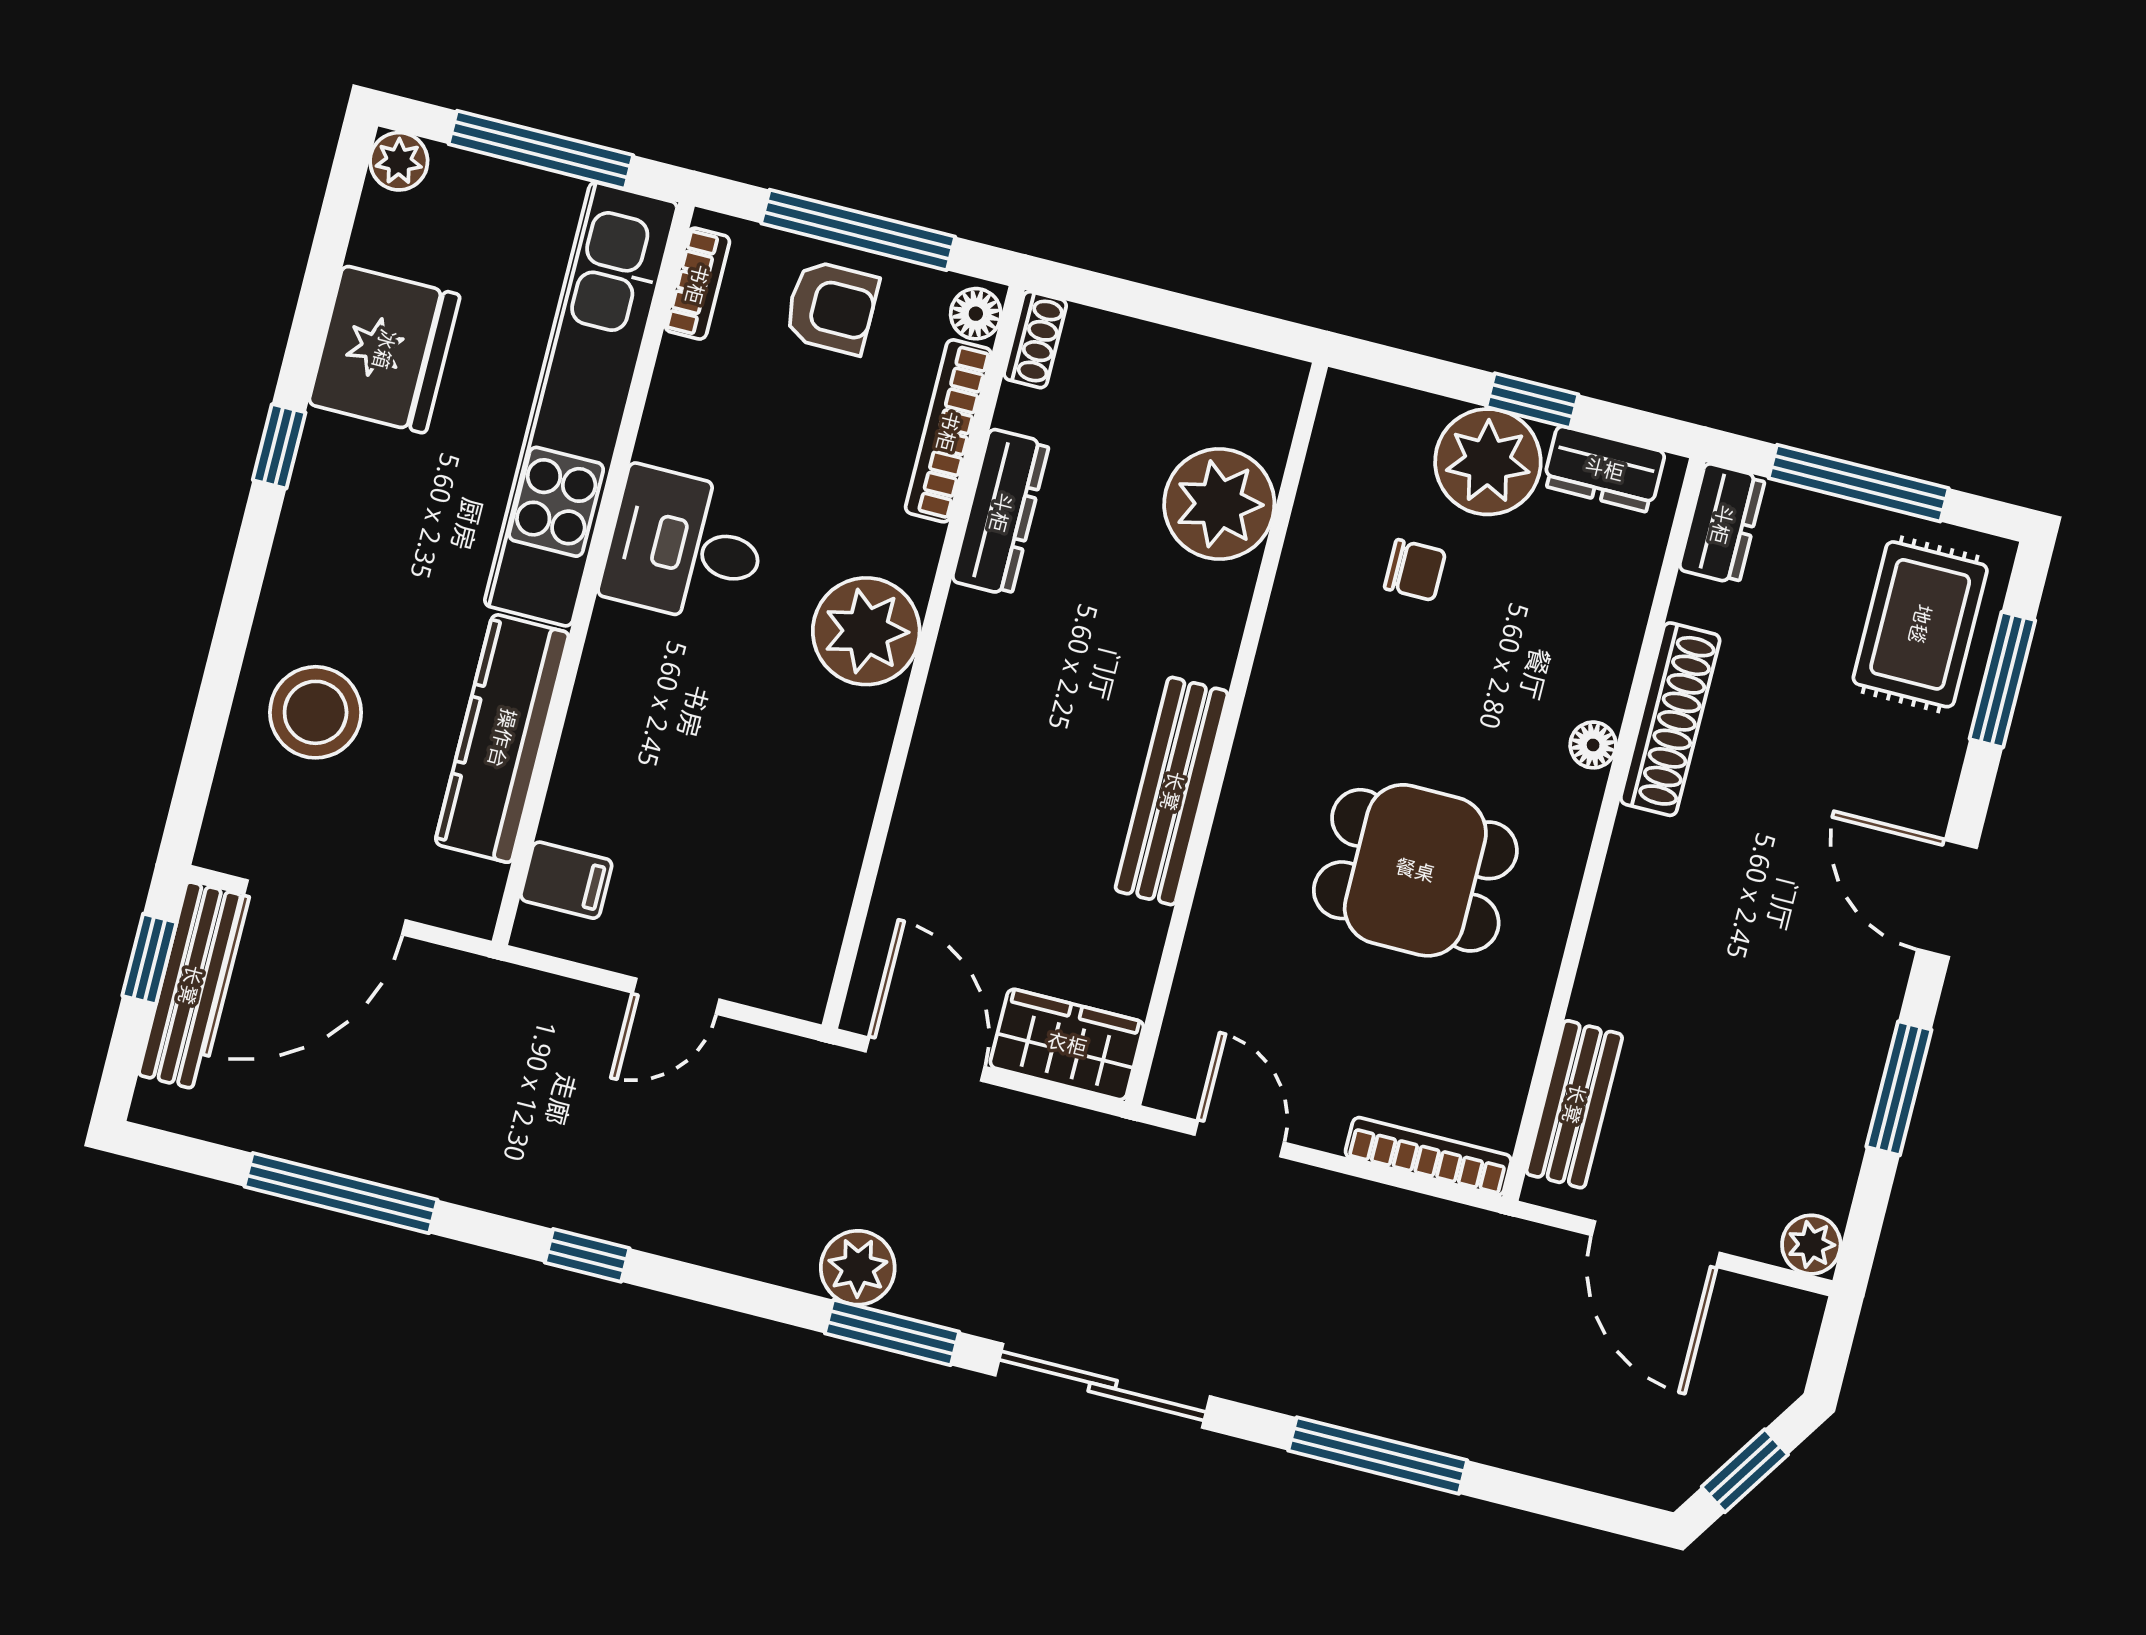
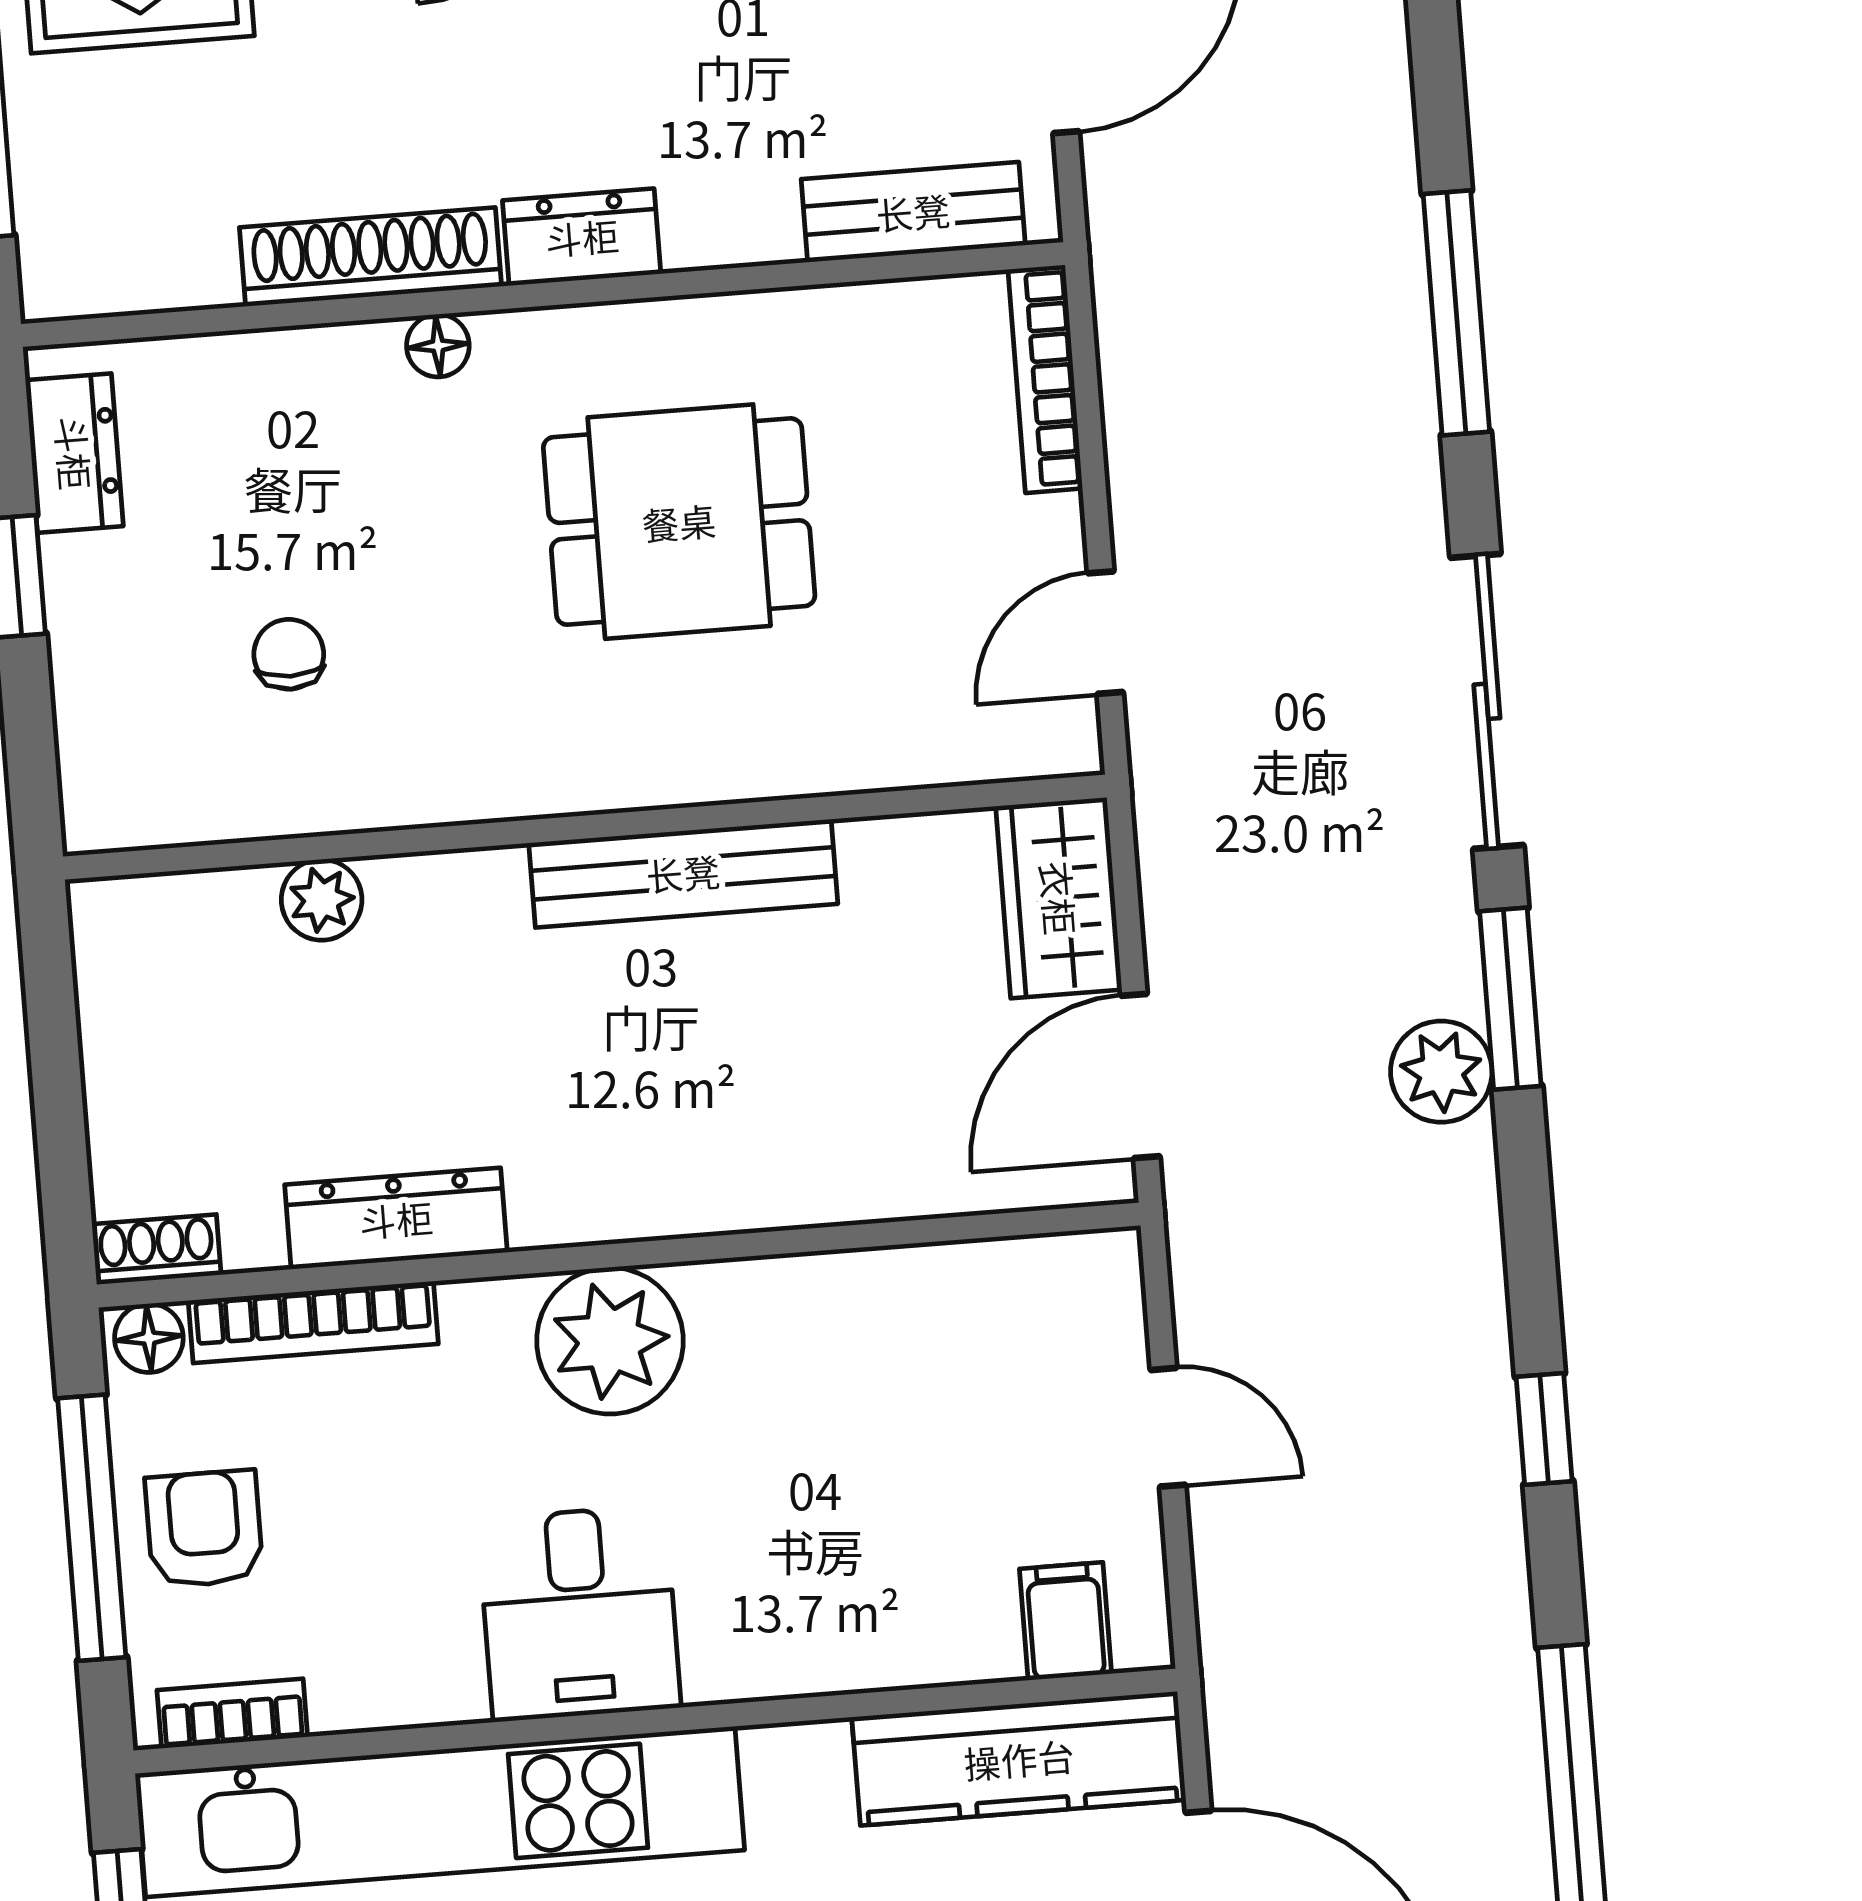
plant: (1488, 462) -> (116, 607), removed
plant: (1219, 504) -> (322, 900), width x0.53, depth x0.53
dresser: (1722, 524) -> (582, 237), moved
kitchen counter: (502, 738) -> (1019, 1759), moved
dining table: (1415, 870) -> (679, 522), turned 90

